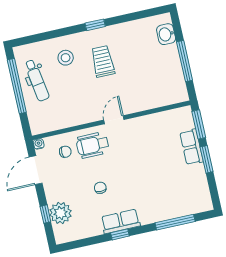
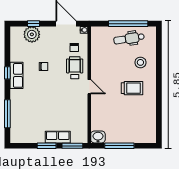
window: (95, 25) -> (159, 89), removed
washbasin: (166, 34) -> (98, 137), moved

